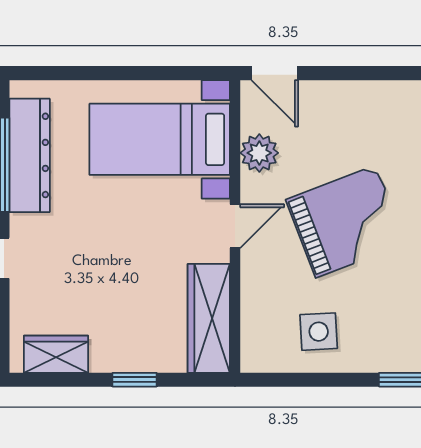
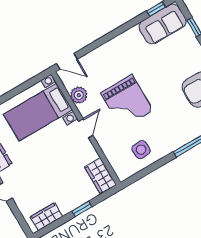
grand piano: (346, 221) -> (127, 102), turned 111
wardrobe: (209, 318) -> (100, 176), width x0.67

